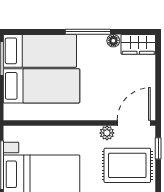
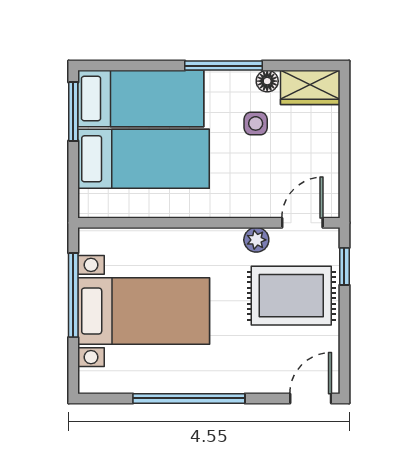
side table: (107, 65) -> (256, 123), added
door: (134, 123) -> (302, 223), width x0.73

